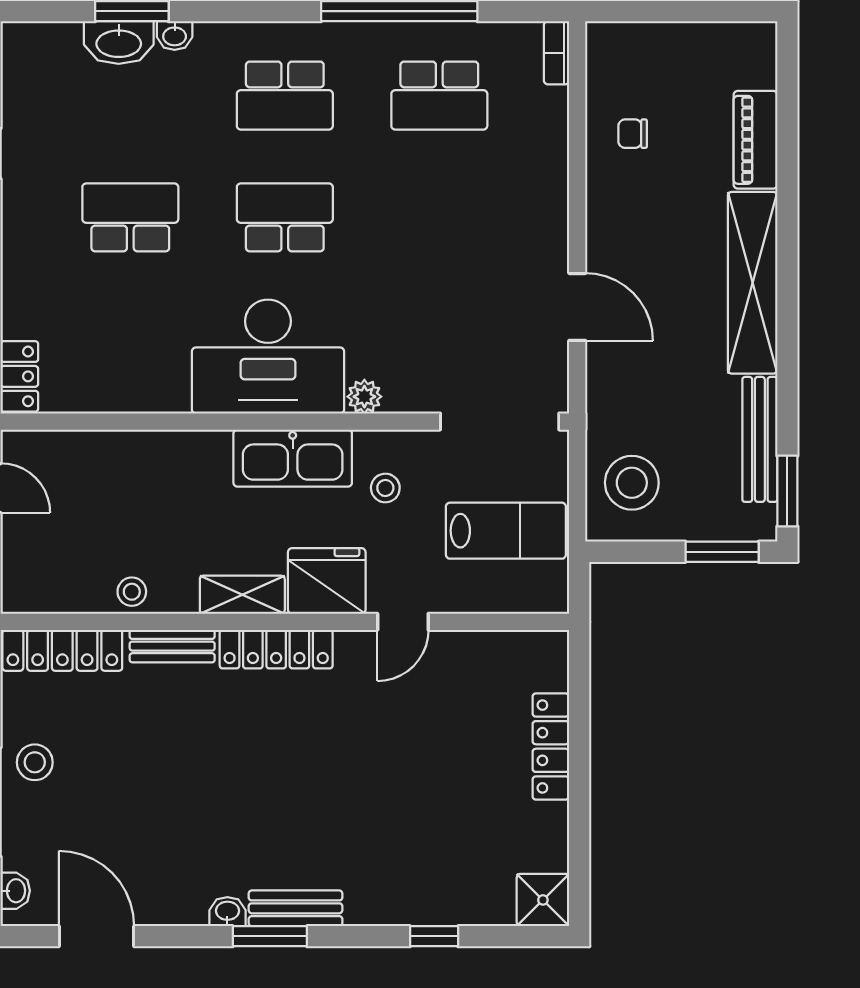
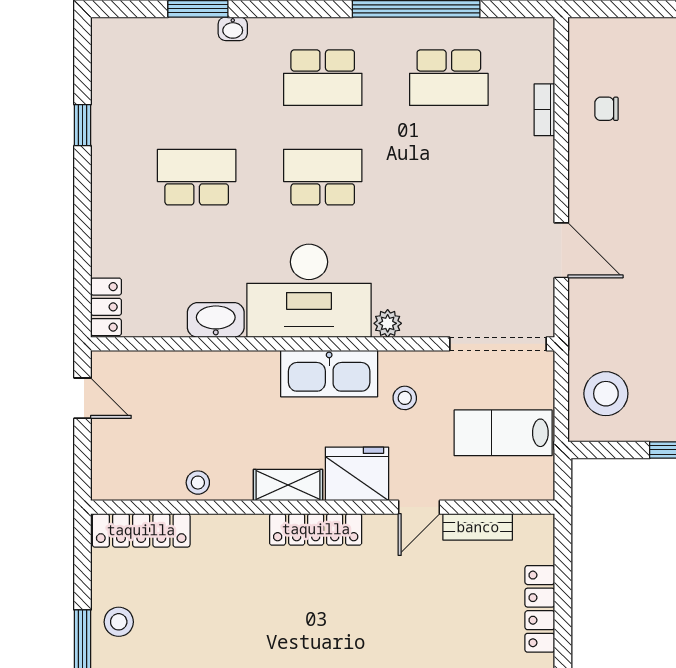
washbasin: (119, 42) -> (216, 320), moved, turned 180
bookcase: (557, 53) -> (544, 110), moved
lab bench: (506, 531) -> (503, 433), turned 180
bench: (172, 646) -> (478, 527), moved

